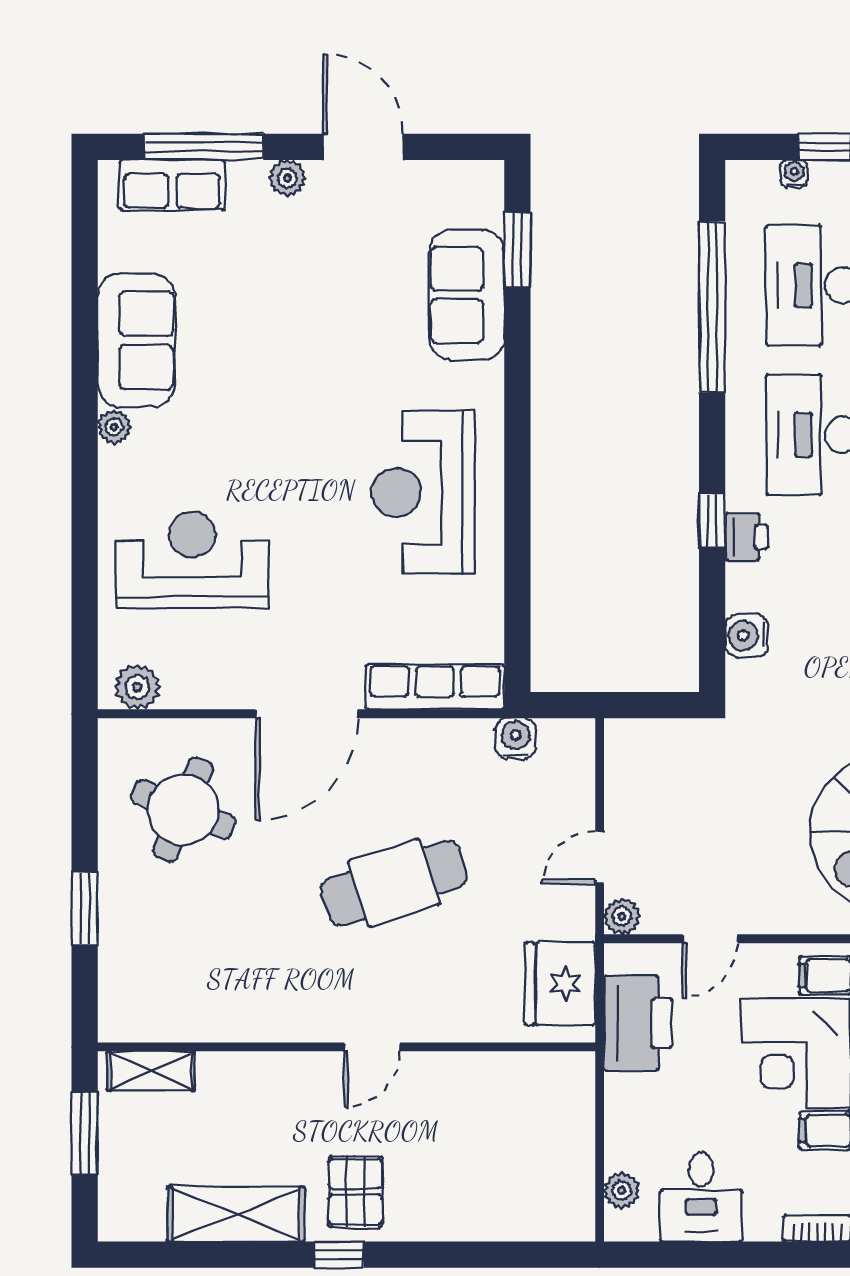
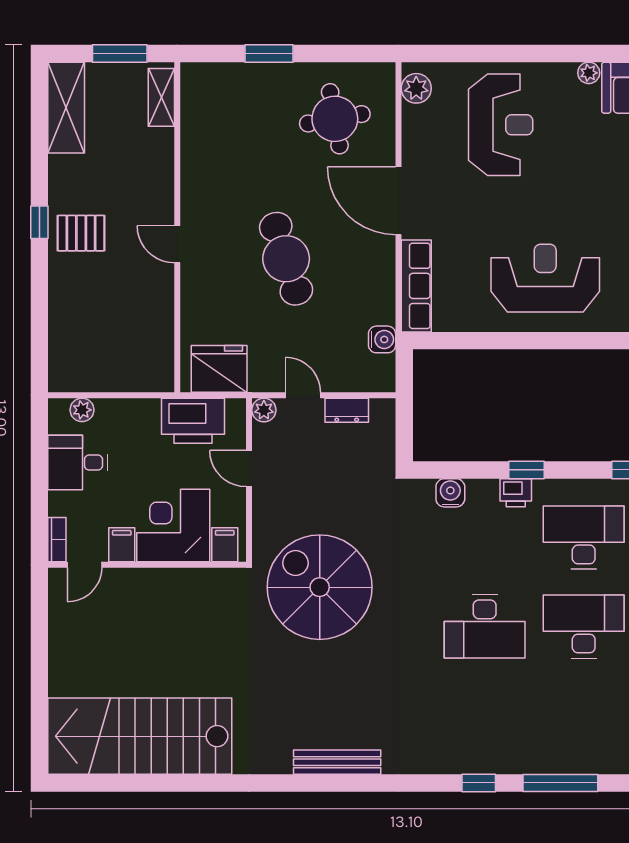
dresser: (622, 792) -> (347, 410), added
round table: (183, 809) -> (335, 119), turned -32
shelving: (236, 1214) -> (66, 108), moved

